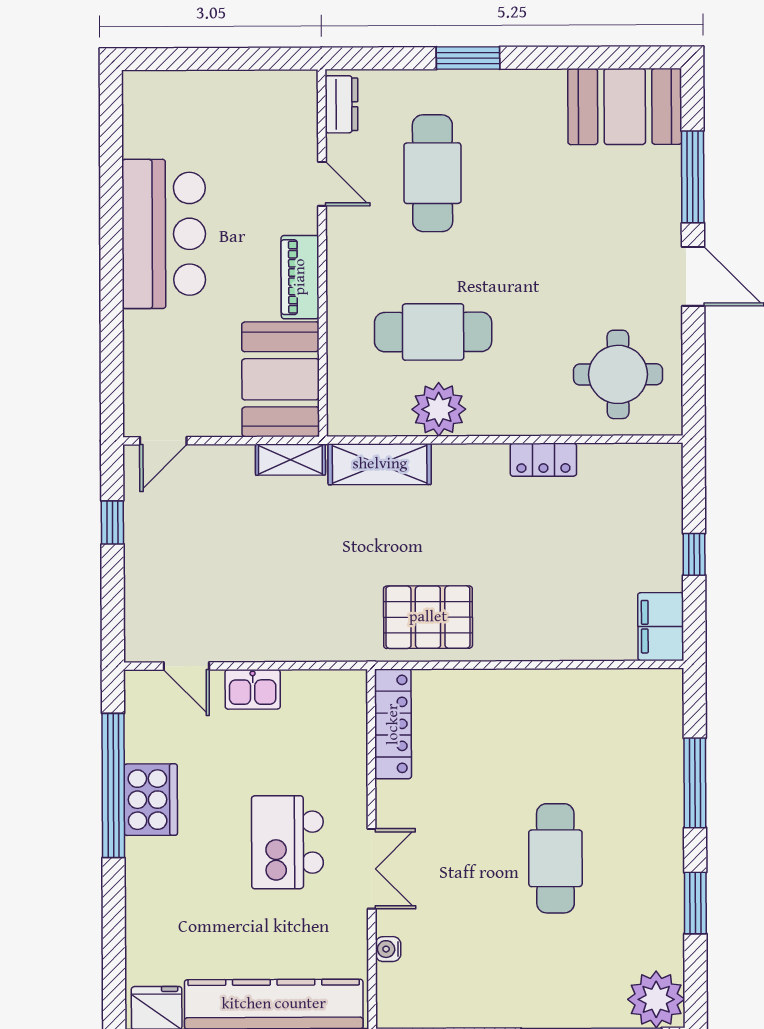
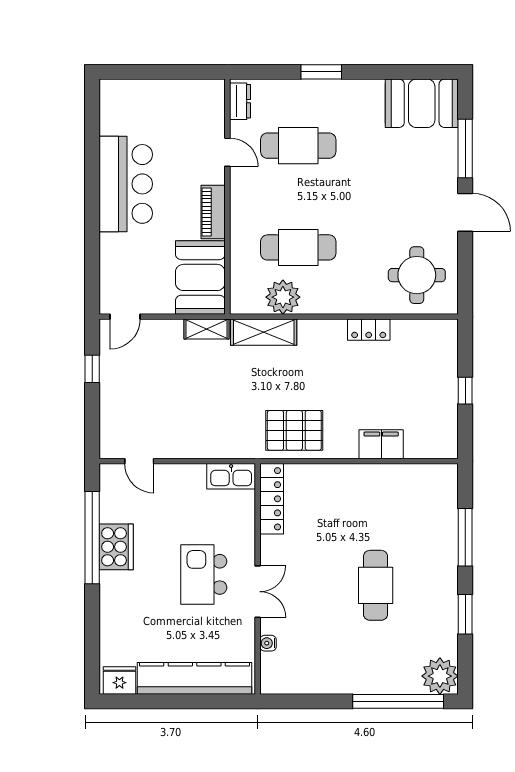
cafe table: (433, 173) -> (298, 146), turned 90
plant: (439, 409) -> (283, 297), moved
filing cabinet: (661, 627) -> (381, 444), moved, turned 90
kitchen sink: (253, 689) -> (231, 476), moved, width x1.38

